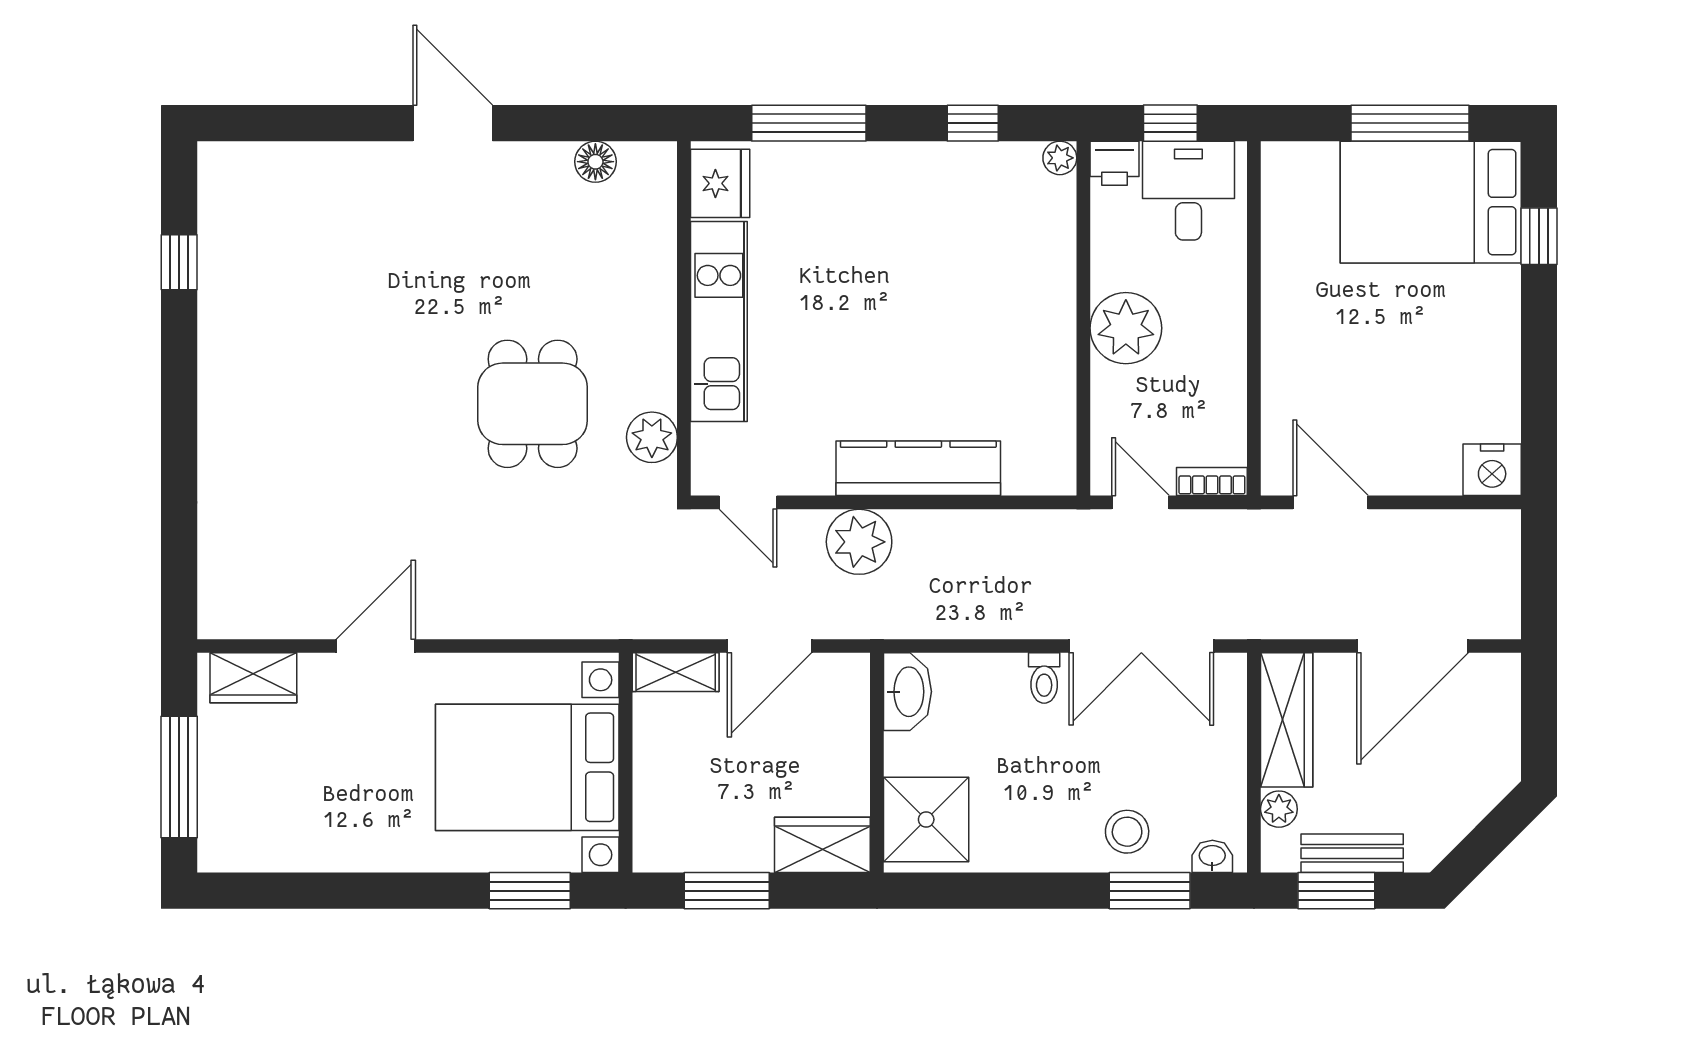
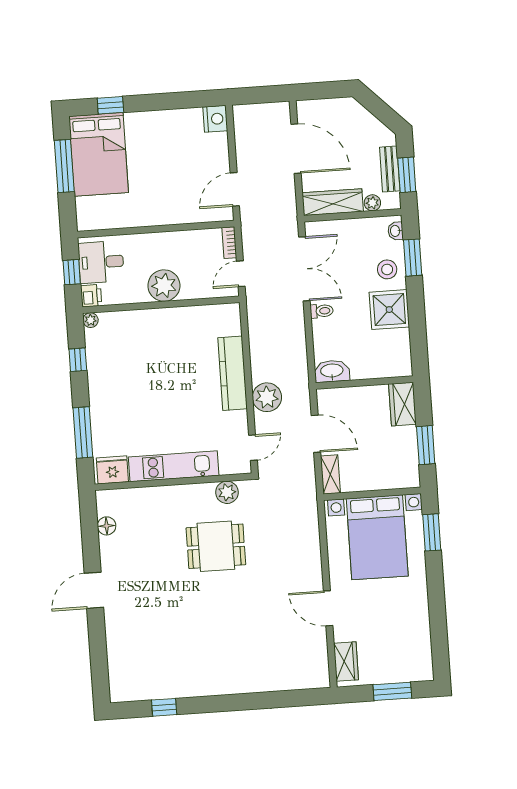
window: (179, 777) -> (392, 691), width x0.69
shower: (926, 819) -> (389, 310), moved

